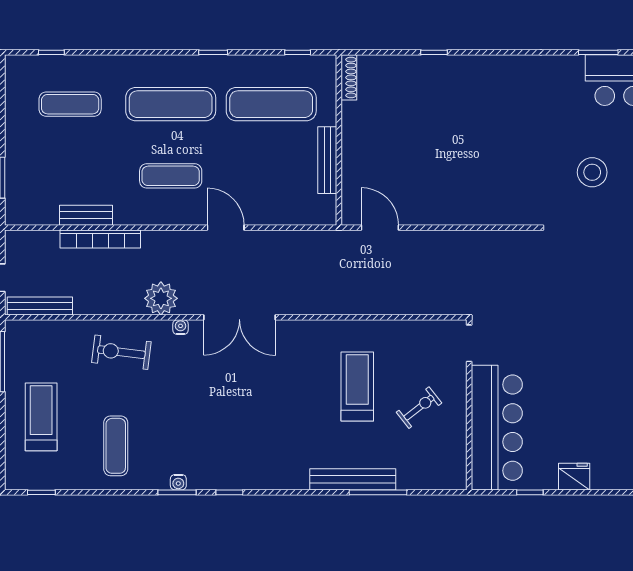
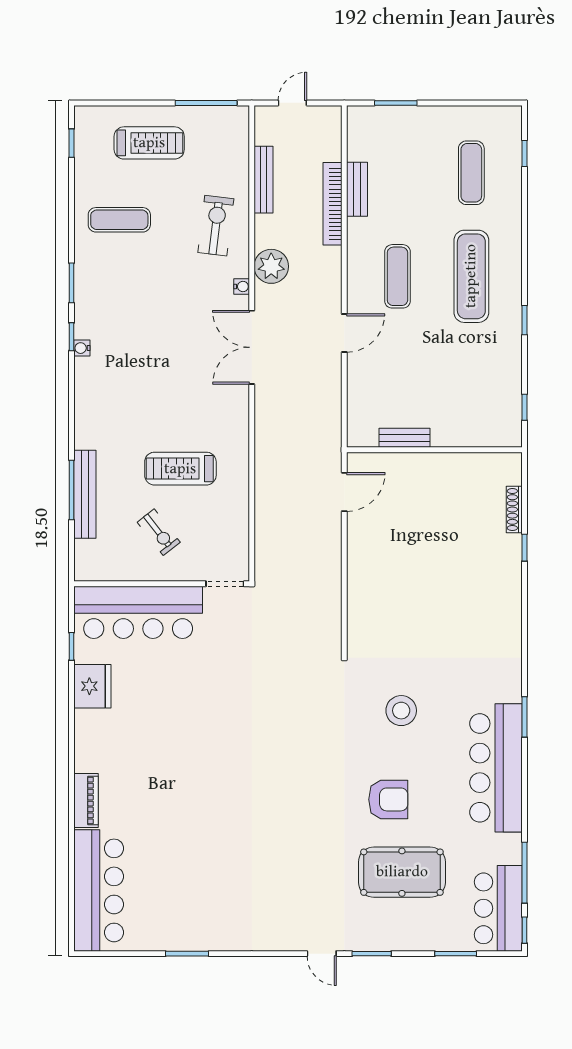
shoe rack: (349, 77) -> (514, 510), moved, turned 90
exercise mat: (271, 104) -> (471, 380), removed
bench: (327, 160) -> (405, 438), width x0.73
bench: (40, 306) -> (263, 180), moved
treadmill: (357, 387) -> (180, 469), turned 180
fridge: (574, 477) -> (92, 686), width x1.36, depth x1.34
bench: (353, 479) -> (85, 494), moved
water cooler: (178, 482) -> (82, 348), moved

